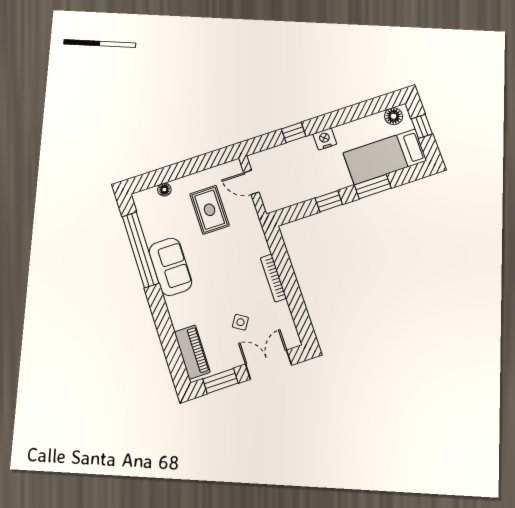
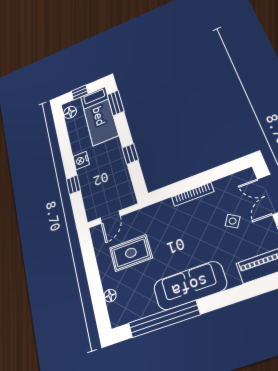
window: (373, 187) -> (116, 103), moved
sofa: (170, 267) -> (190, 286), width x1.36

